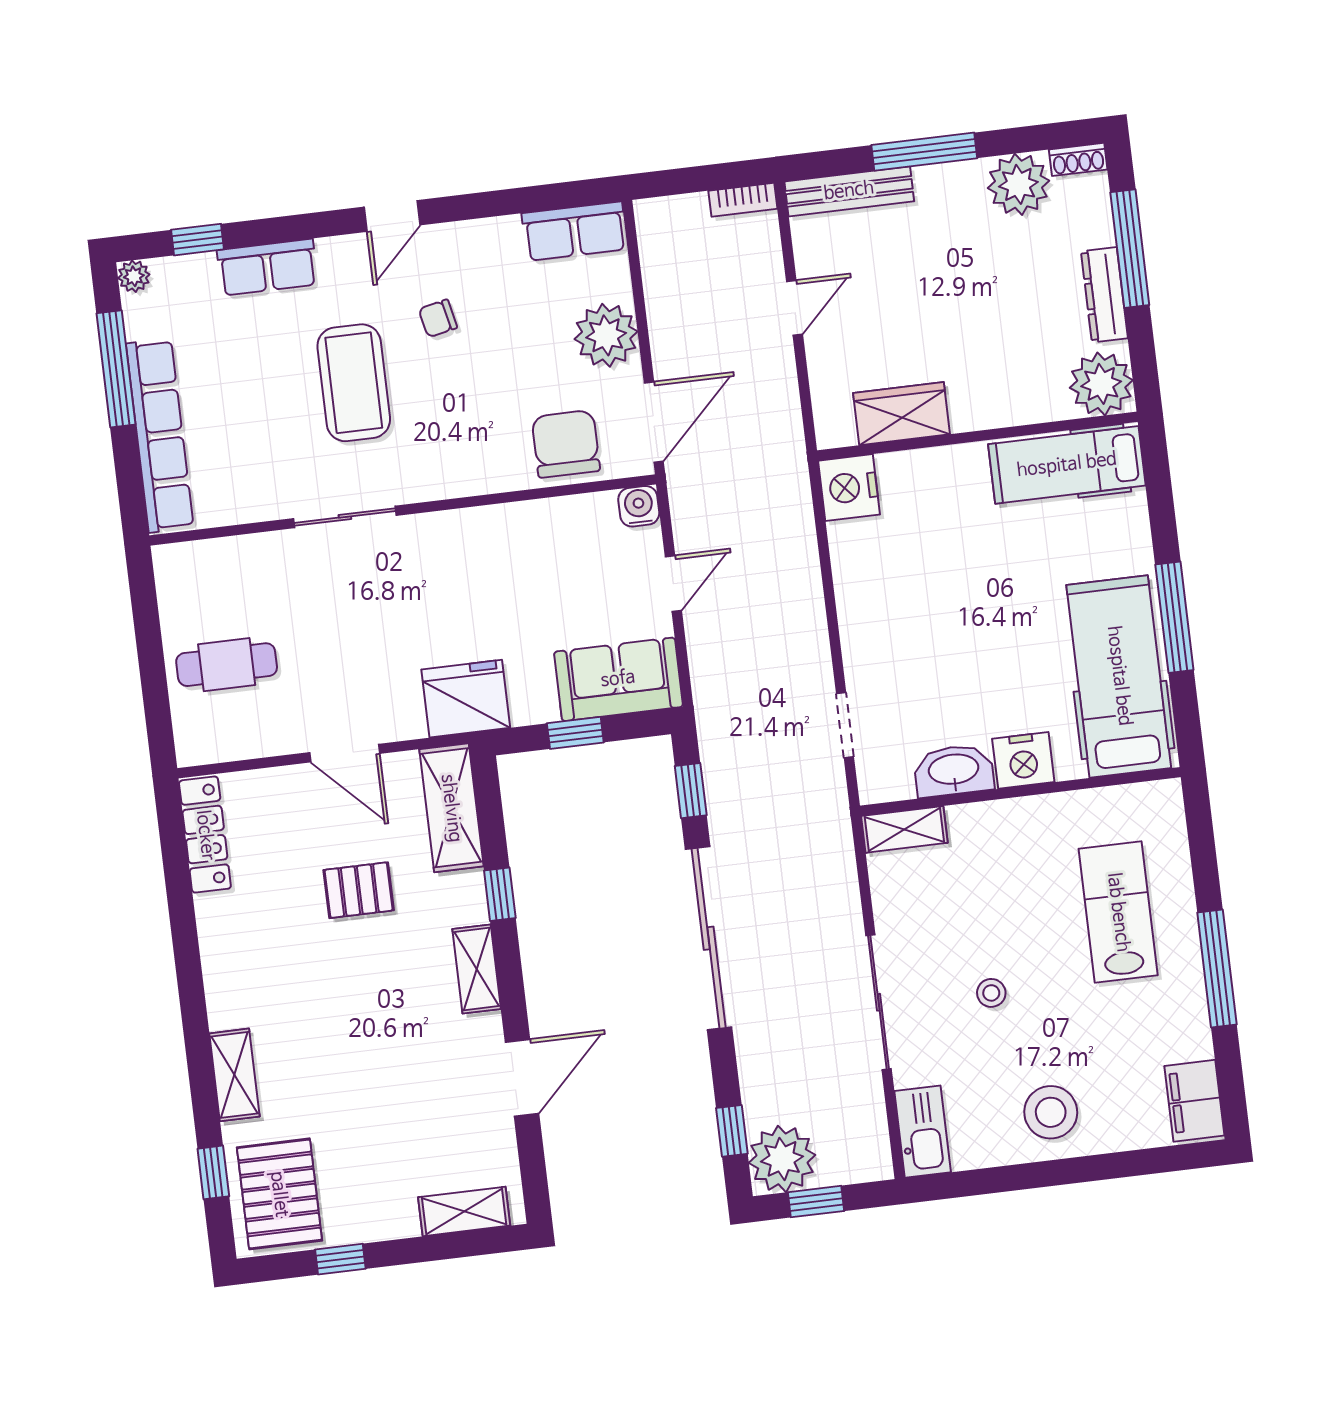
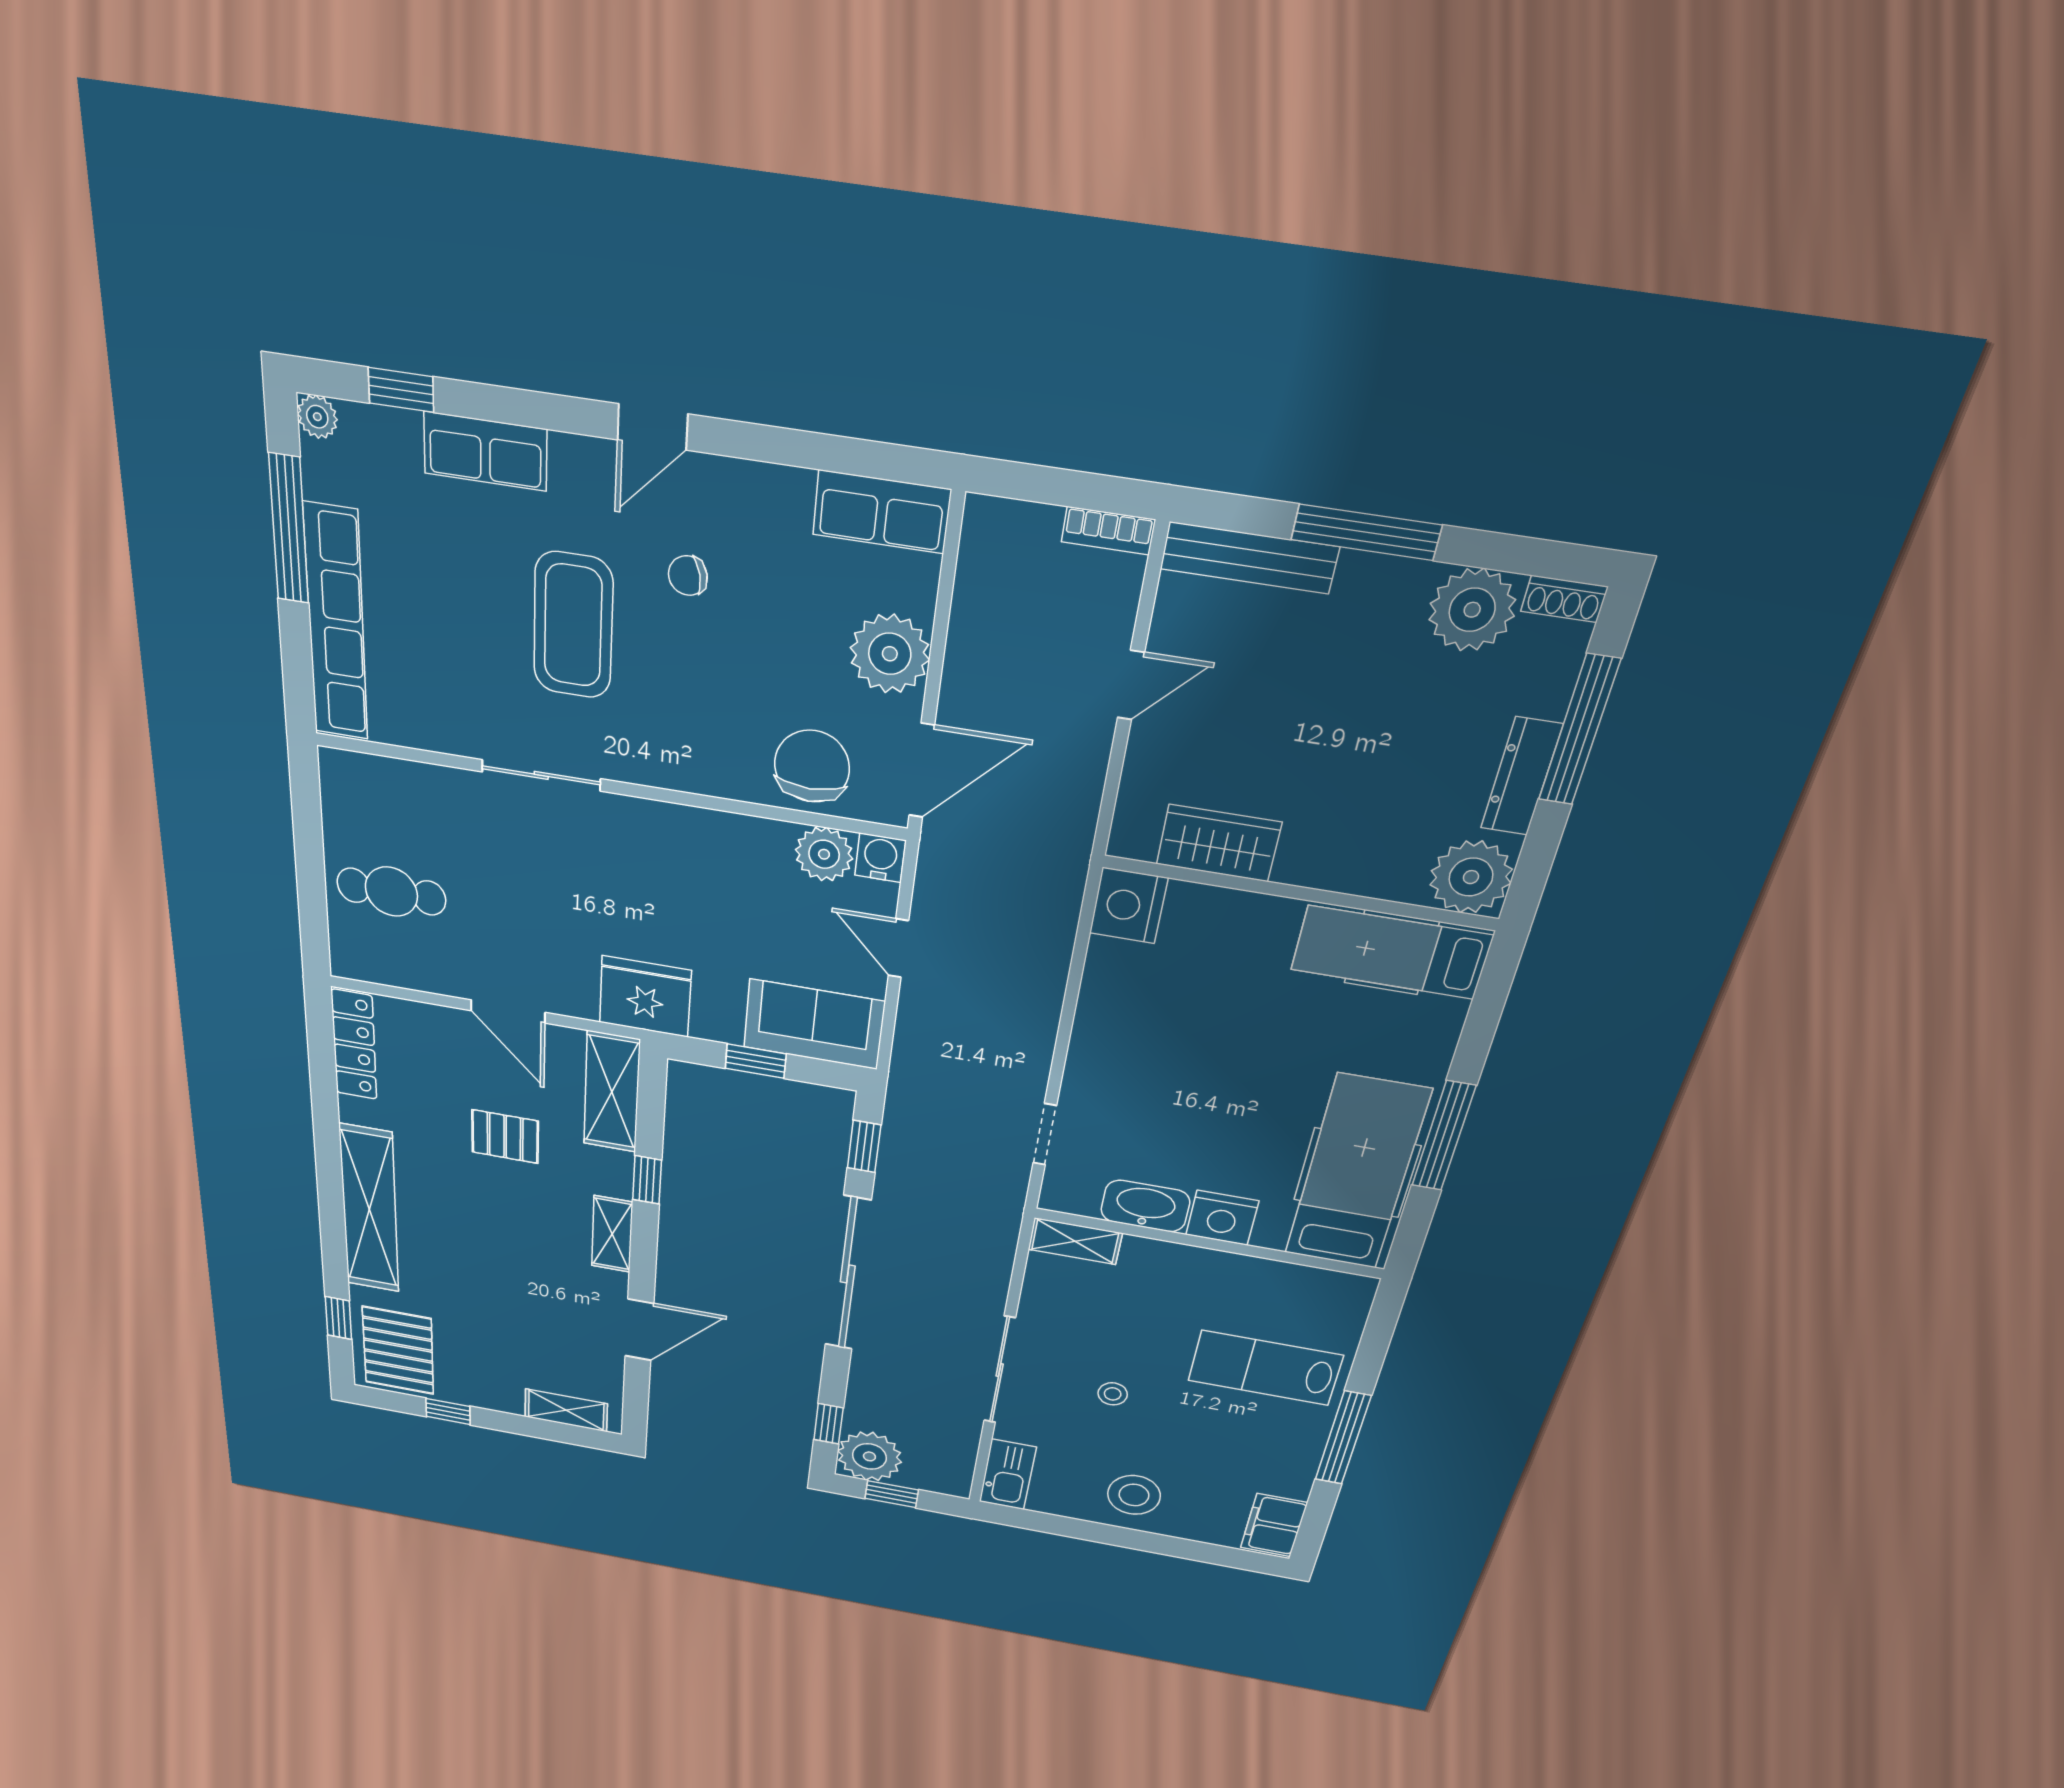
plant: (592, 517) -> (824, 854), added
door: (673, 584) -> (898, 948), swing flipped
lab bench: (1118, 912) -> (1265, 1368), turned -90
shelving: (234, 1075) -> (369, 1209), width x2.20, depth x1.33

